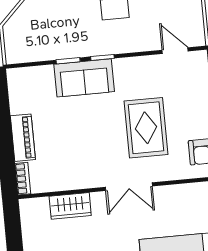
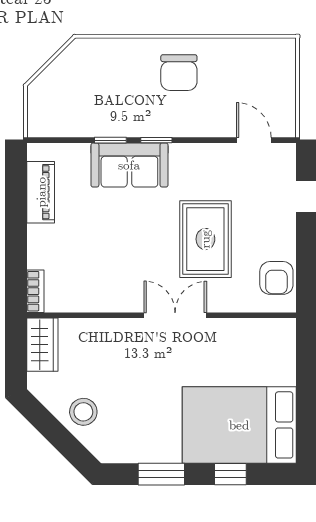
piano: (23, 138) -> (41, 192), moved
double door: (129, 187) -> (175, 315), swing flipped
wardrobe: (70, 206) -> (42, 345), moved, turned -90

